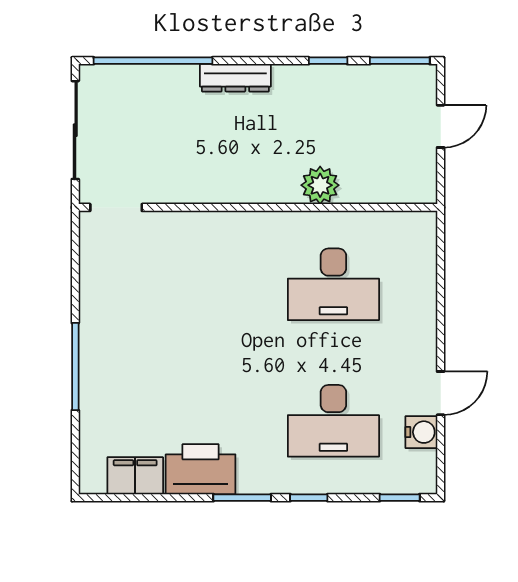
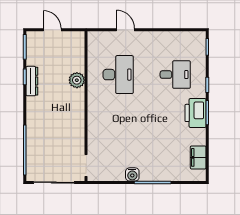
dresser: (235, 78) -> (32, 81), moved
door: (441, 393) -> (125, 30), moved
desk: (333, 421) -> (175, 75), width x0.73
water cooler: (421, 432) -> (132, 174), moved, turned 180
printer: (201, 469) -> (196, 113), moved

